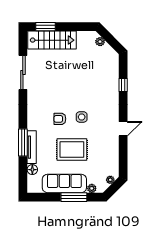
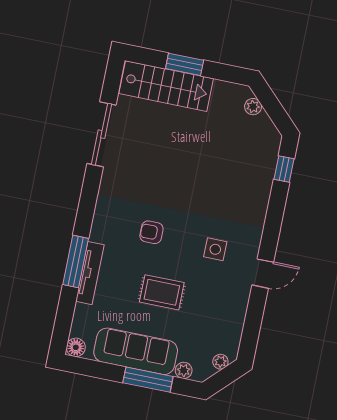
window: (45, 27) -> (185, 64), moved
window: (123, 85) -> (284, 169), moved
side table: (82, 117) -> (215, 249), moved
rug: (72, 150) -> (162, 292), width x0.73, depth x0.70
floor lamp: (32, 170) -> (76, 347), moved

